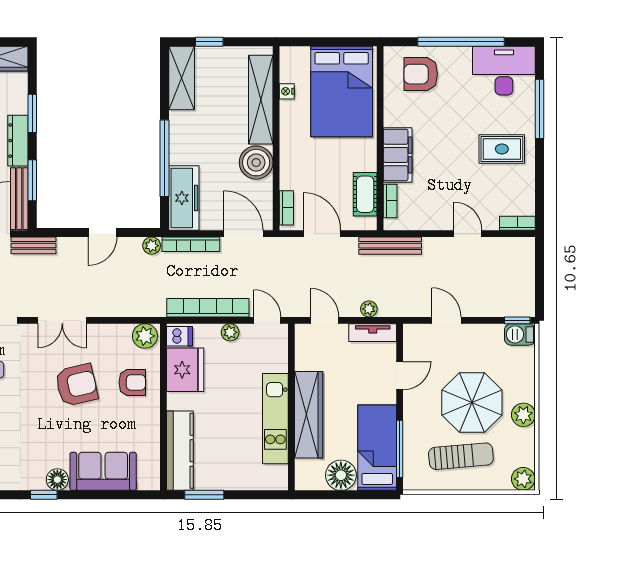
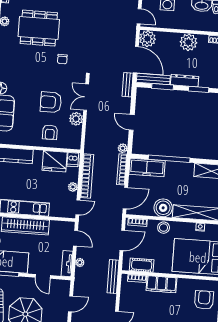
stool: (293, 159) -> (164, 228), added
door: (325, 320) -> (75, 238), hinge flipped
plant: (145, 336) -> (76, 119), moved
armchair: (76, 385) -> (51, 102), turned 103

